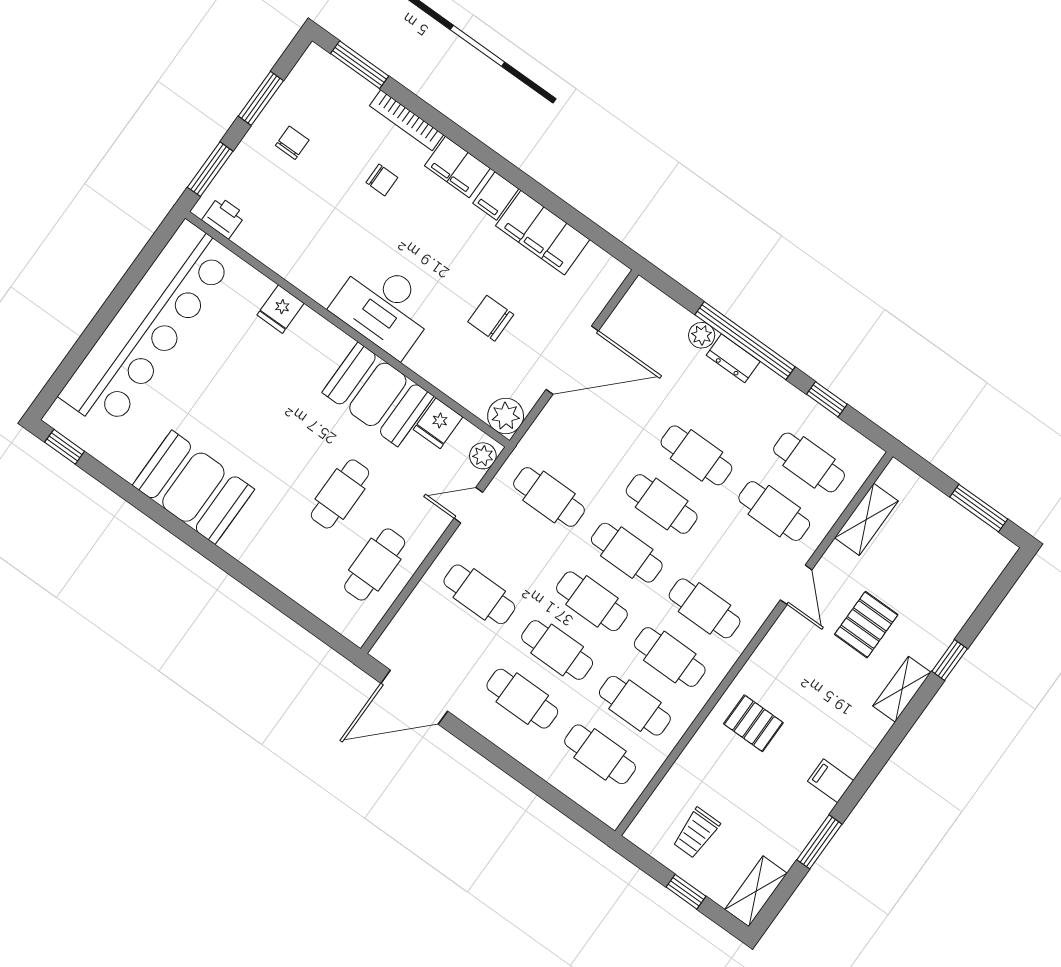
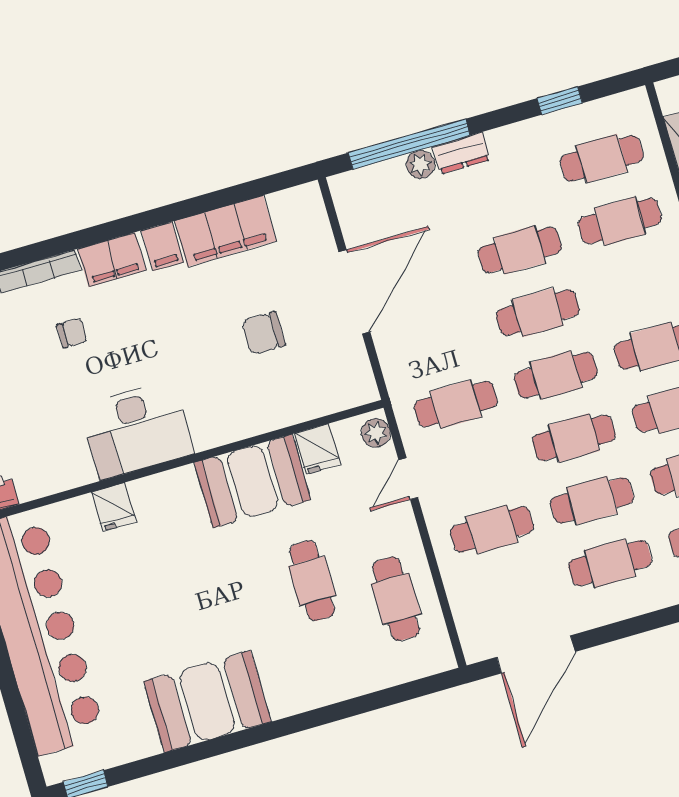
desk: (384, 307) -> (137, 430), moved
window: (745, 341) -> (409, 144), moved
plant: (506, 416) -> (357, 387), removed

